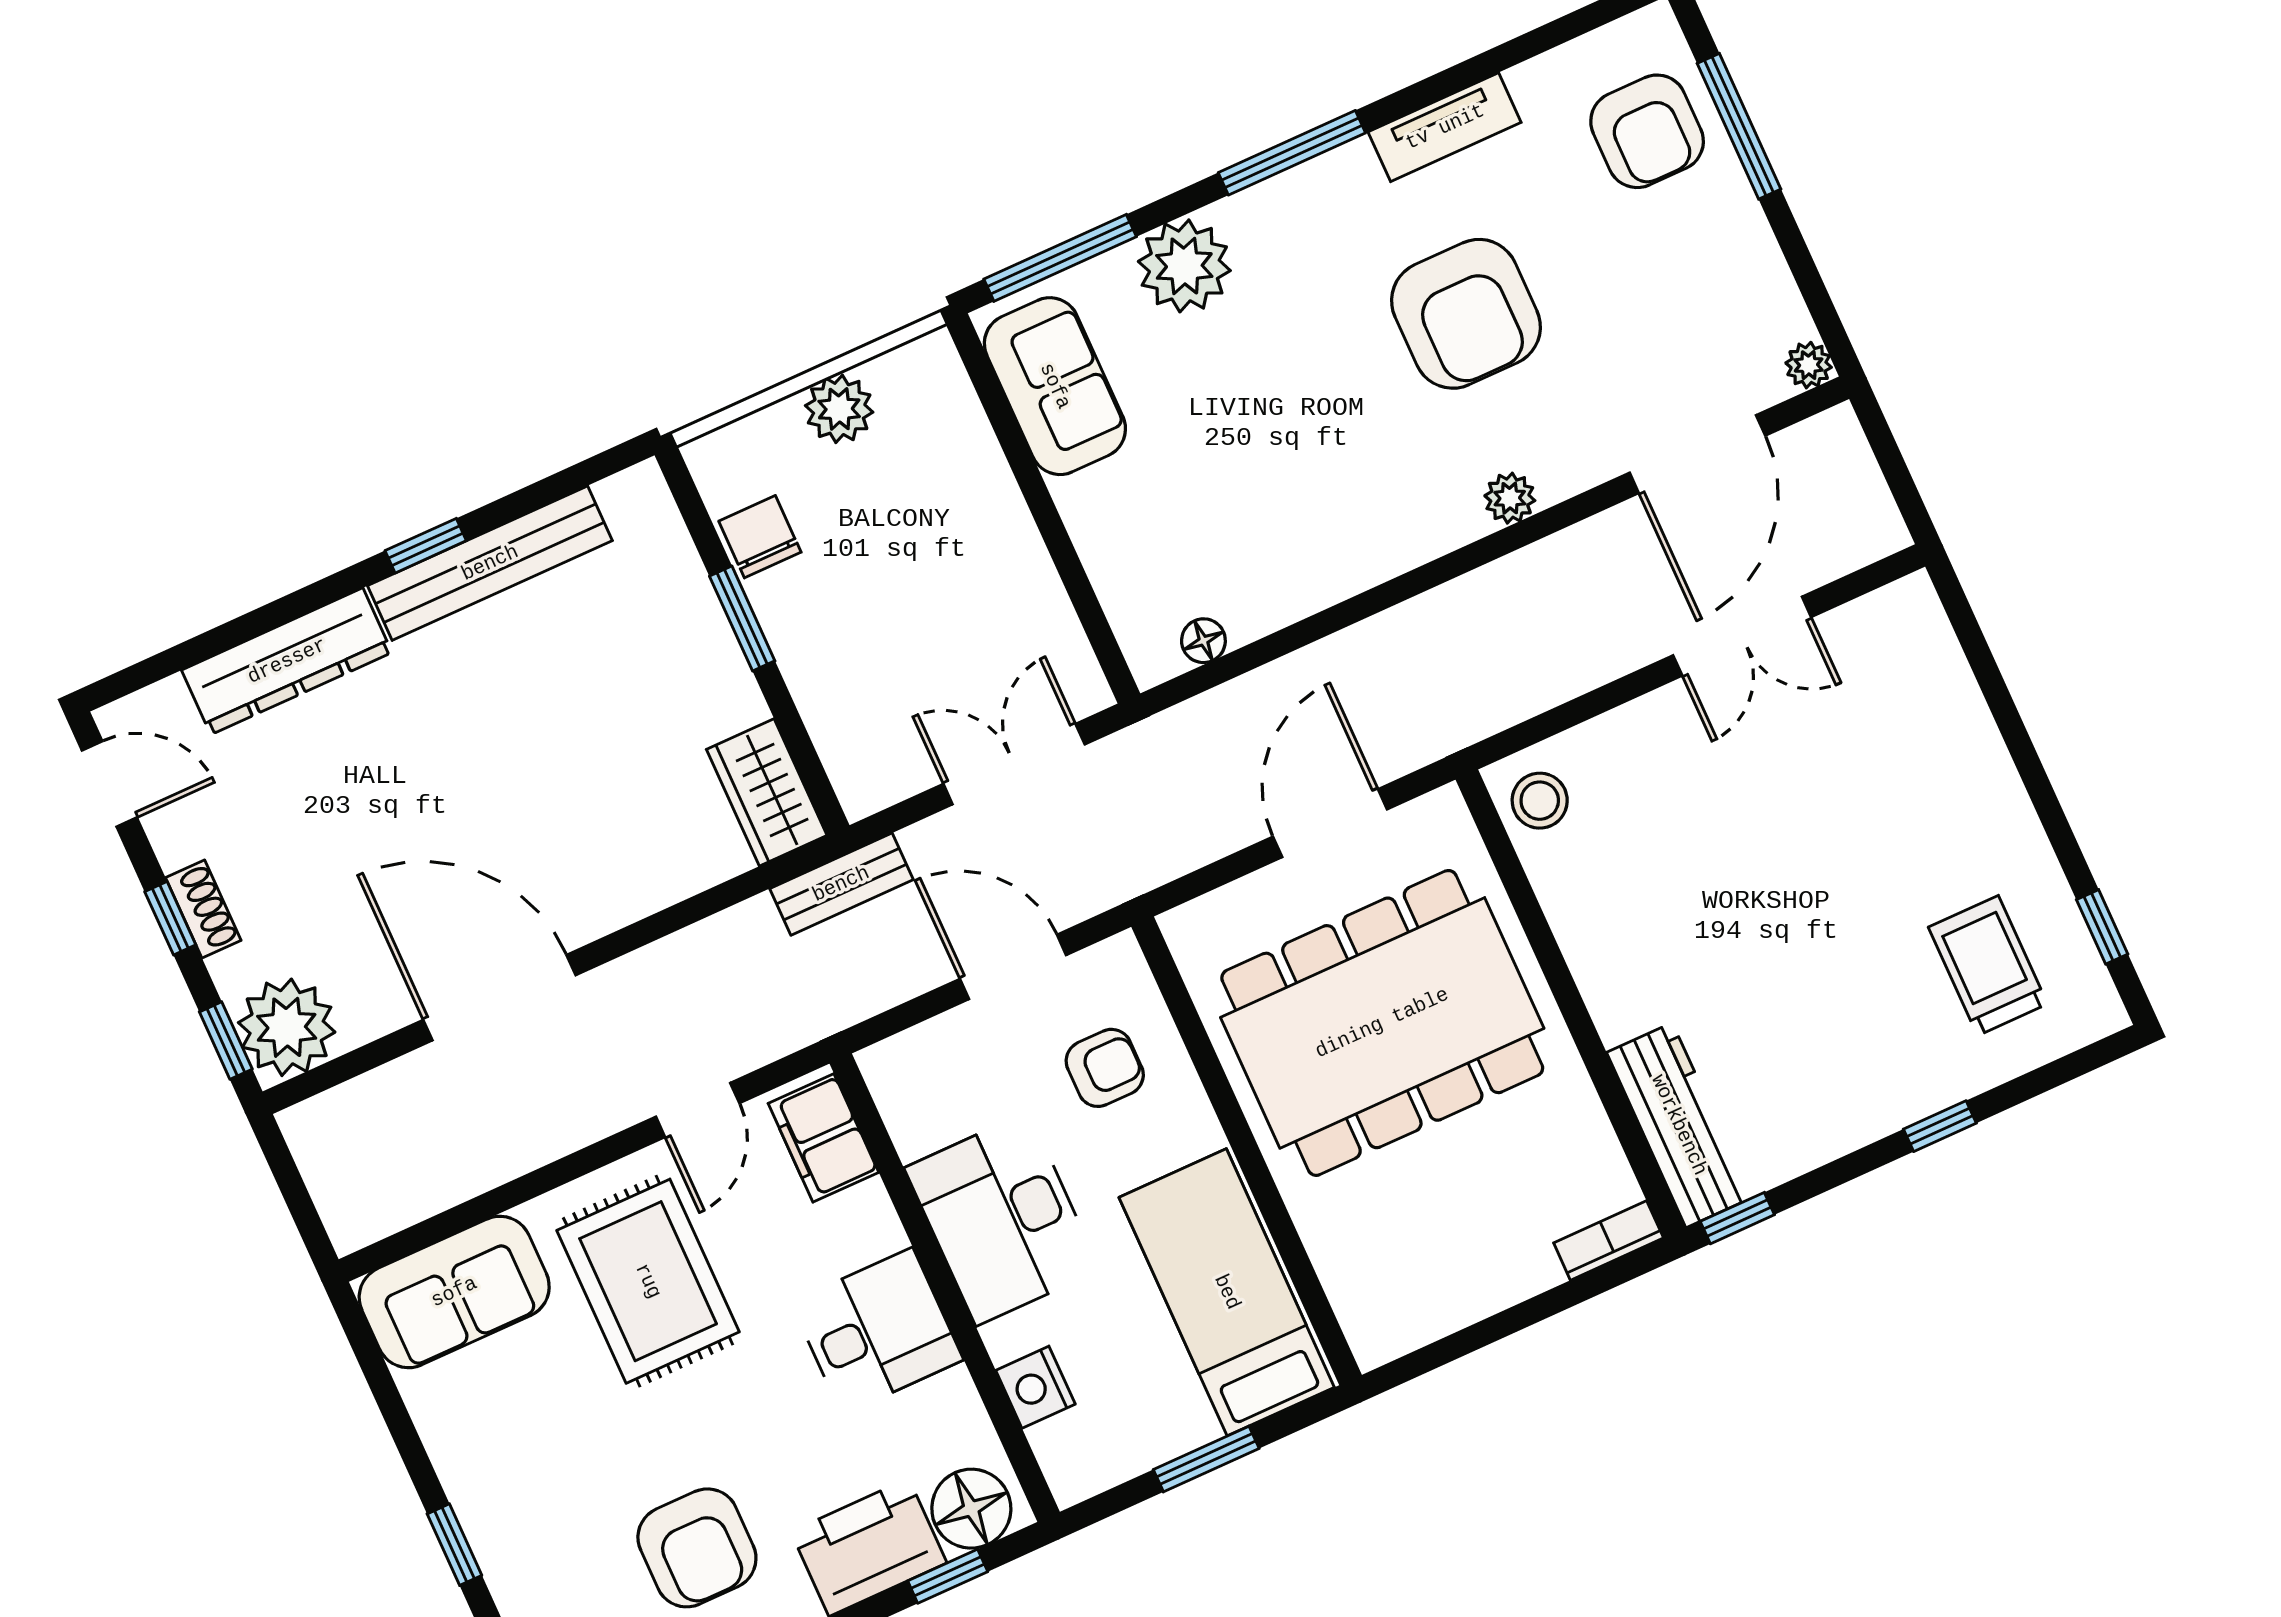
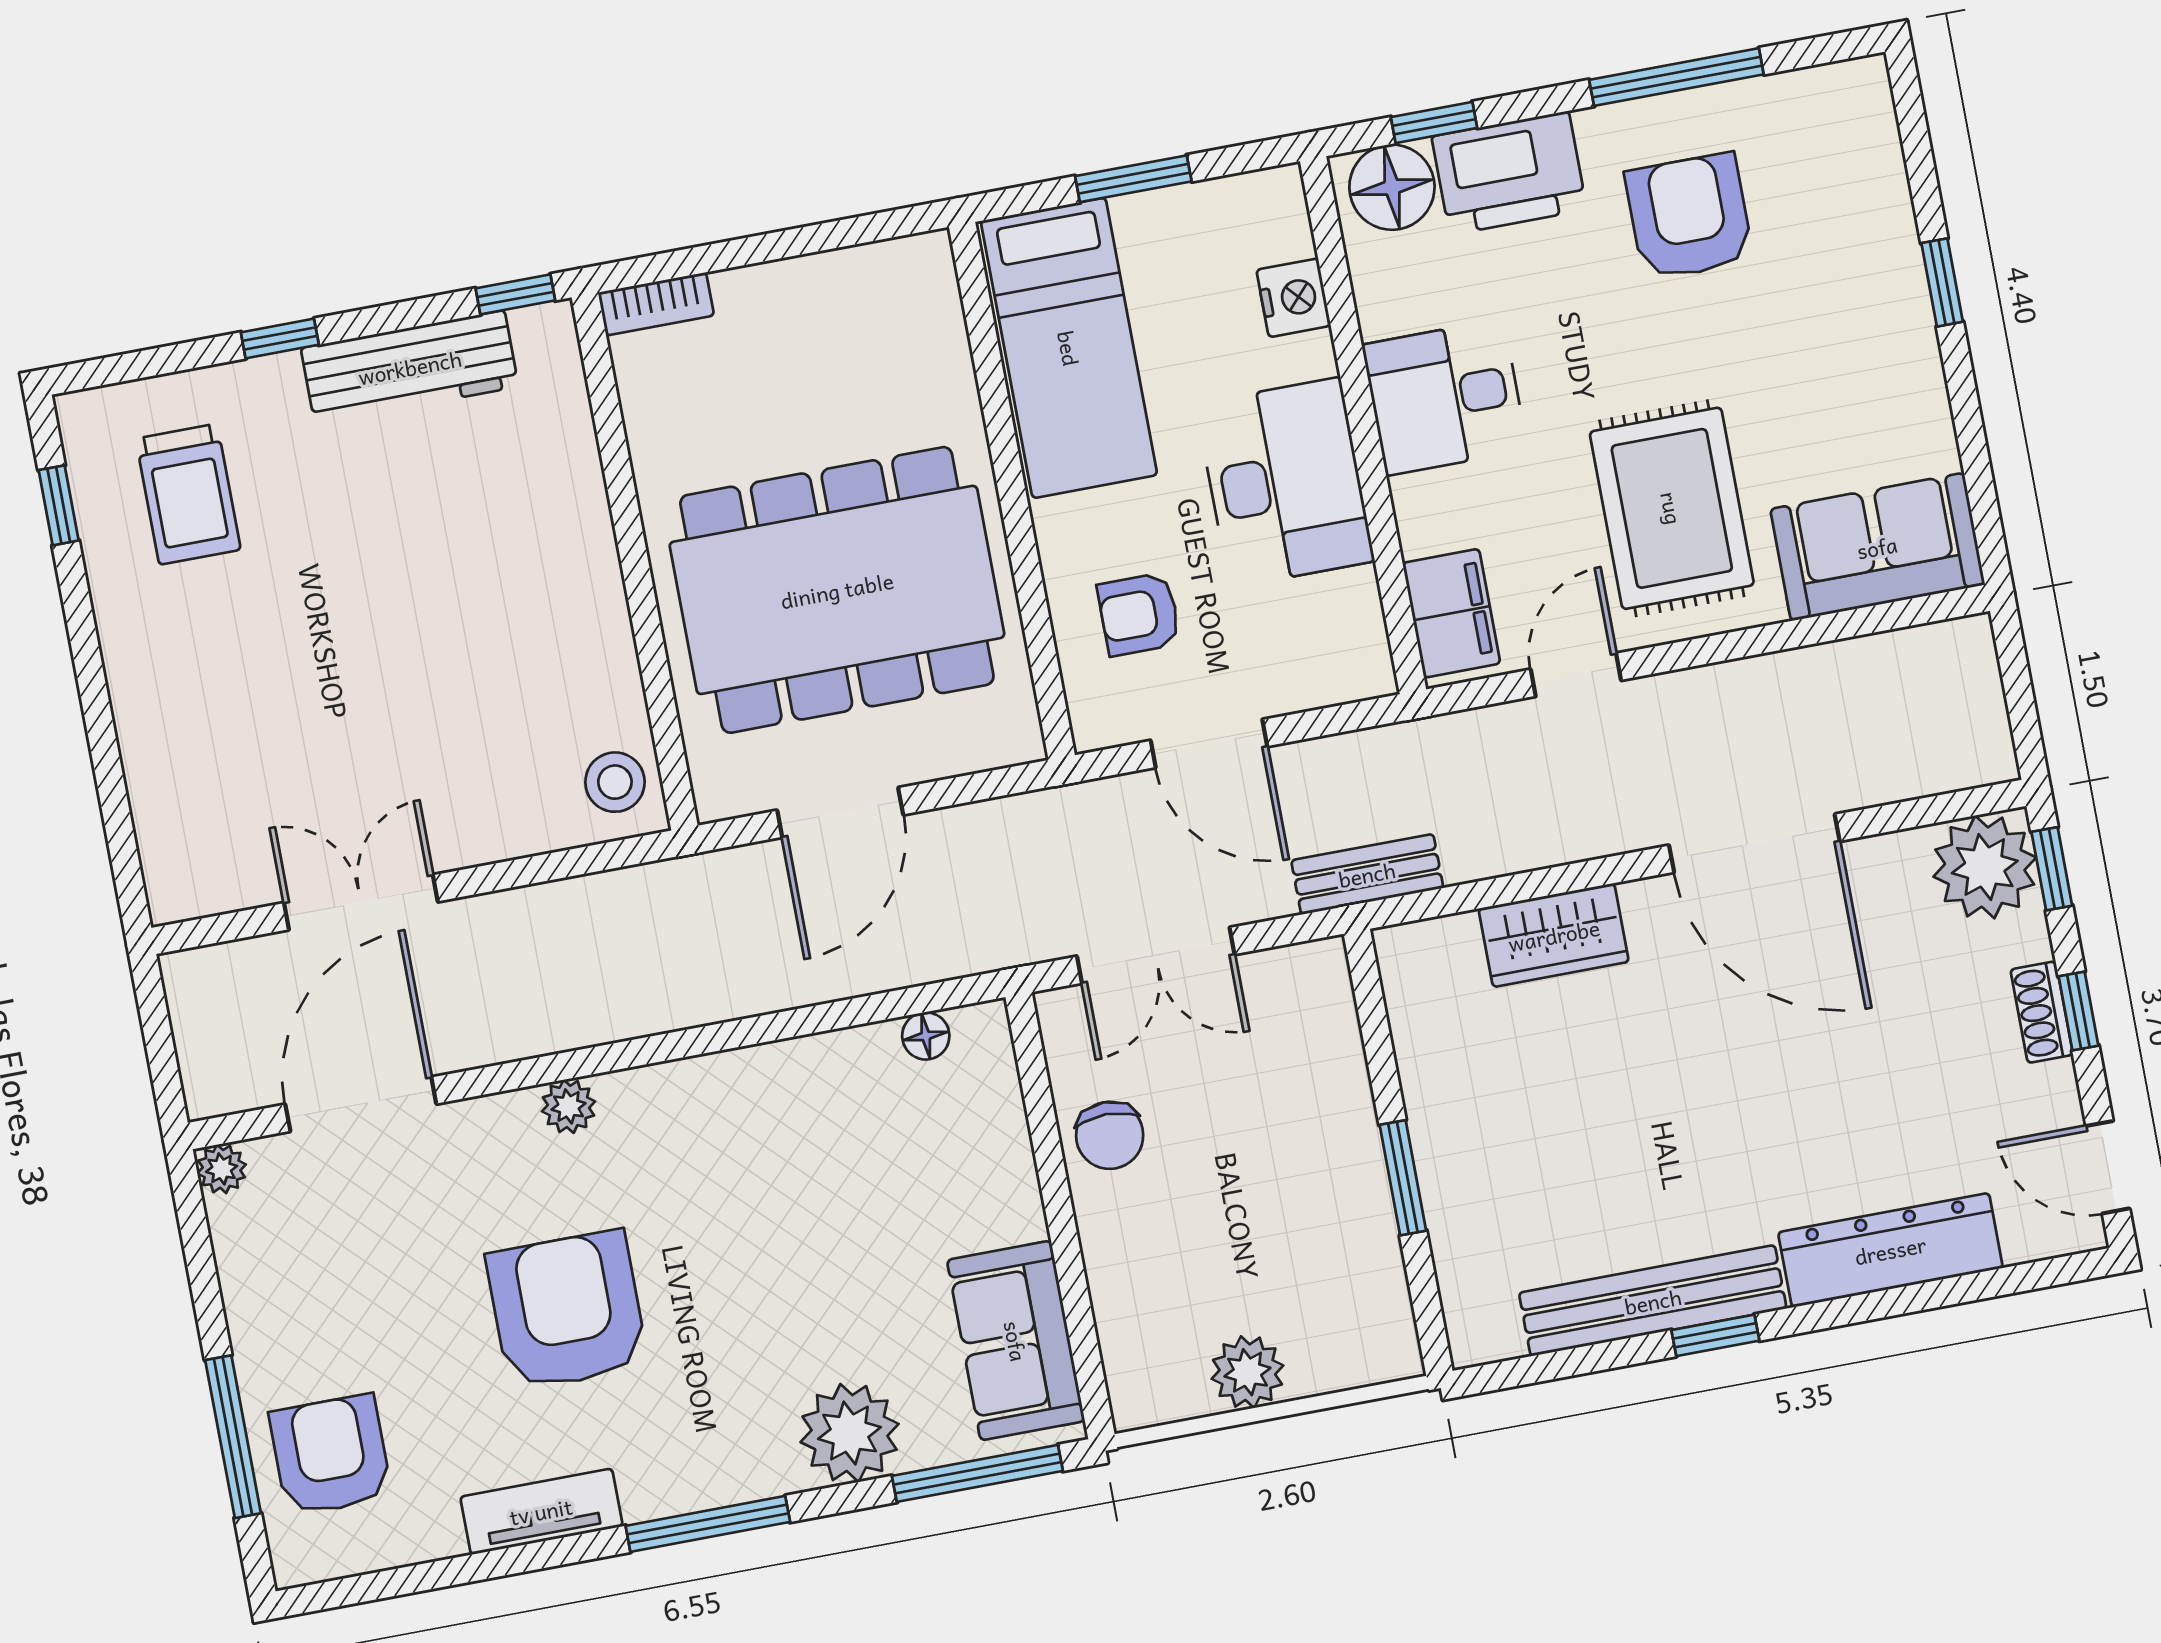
chair: (760, 537) -> (1110, 1135), moved
wardrobe: (767, 792) -> (1554, 935), moved, turned 90
workbench: (1679, 1125) -> (410, 367), moved, turned -90

